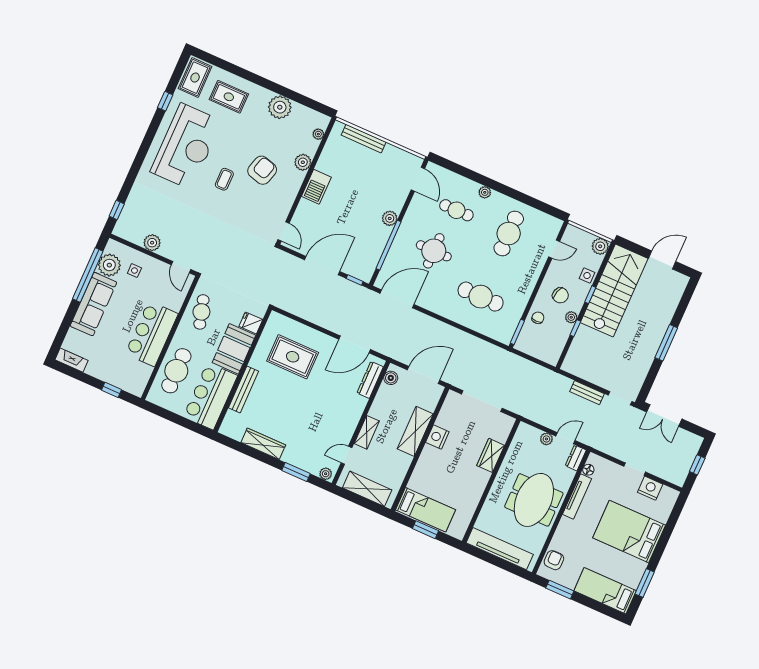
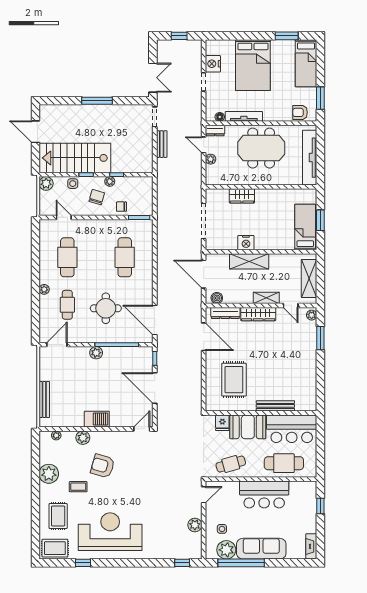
coffee table: (224, 179) -> (78, 487), moved
cafe table: (509, 233) -> (67, 257), turned 90
wardrobe: (263, 444) -> (258, 314), moved, turned -90

